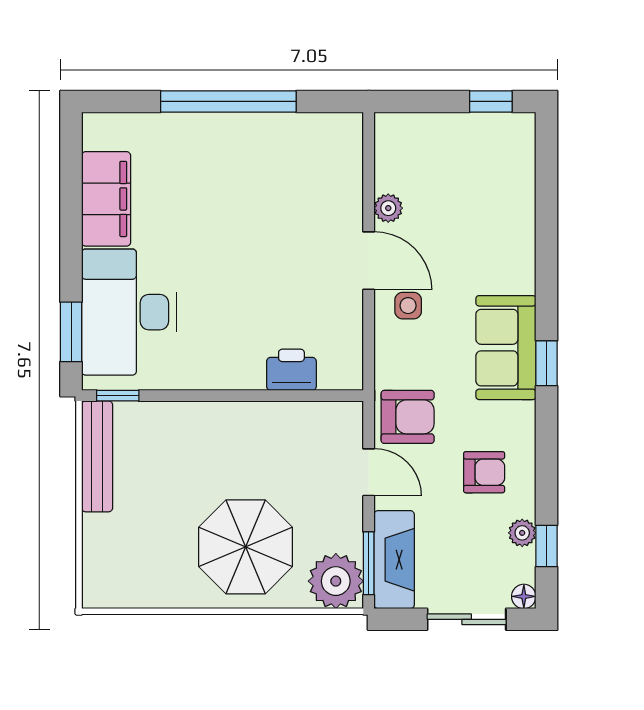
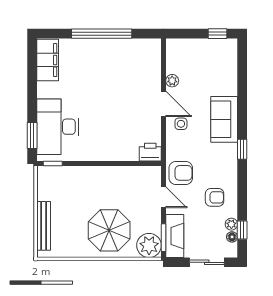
filing cabinet: (106, 199) -> (48, 60), moved
sofa: (506, 348) -> (224, 119), moved
printer: (291, 370) -> (150, 152), moved
bench: (97, 456) -> (44, 226), moved
floor lamp: (524, 596) -> (232, 237), moved

